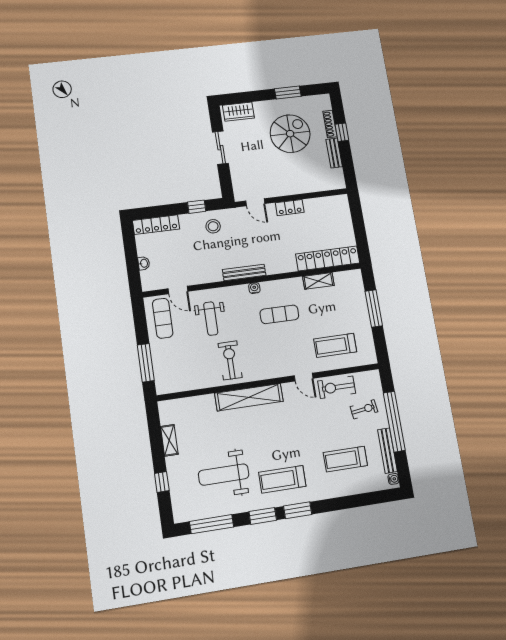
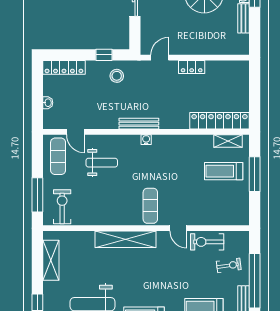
door: (255, 202) -> (160, 58), swing flipped
shelving: (318, 281) -> (228, 141), moved
exercise mat: (279, 314) -> (150, 206), moved, turned 90
weight bench: (211, 319) -> (102, 163), turned -90
treadmill: (335, 345) -> (224, 171), moved
exercise bike: (230, 360) -> (62, 207), moved
shelving: (169, 440) -> (51, 260), width x1.50, depth x1.33

